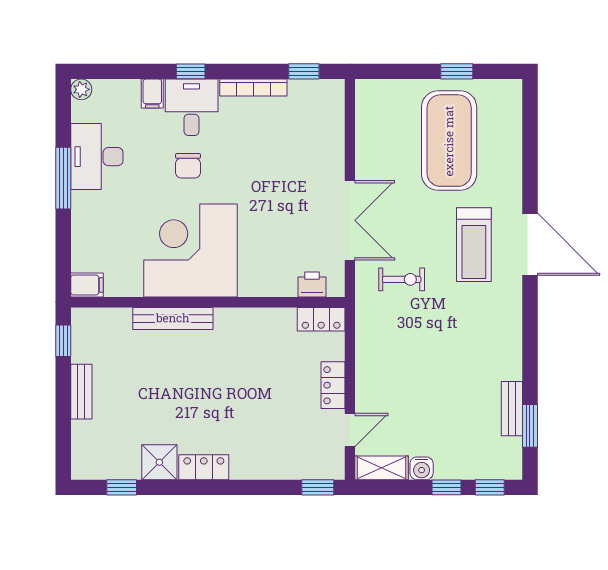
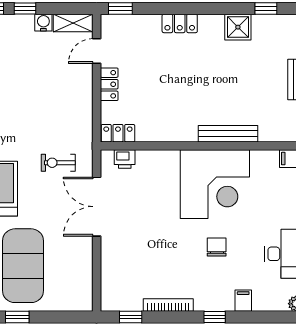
desk: (192, 107) -> (214, 290), removed
locker: (204, 467) -> (180, 23), moved

